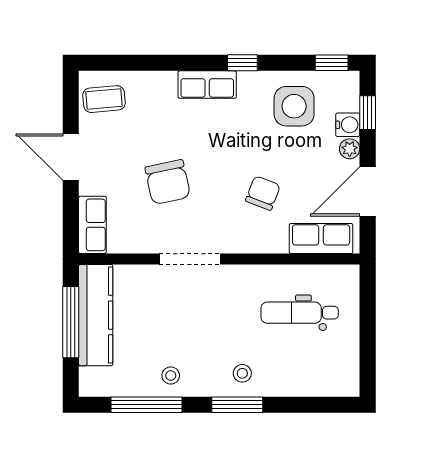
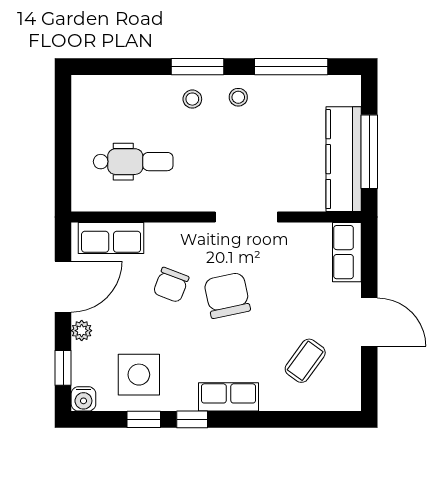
window: (332, 63) -> (144, 419), moved
coffee table: (104, 99) -> (305, 361), moved, turned -49
water cooler: (348, 125) -> (83, 399), moved, turned -90
chair: (168, 182) -> (227, 295), moved
stool: (171, 376) -> (238, 97), moved

